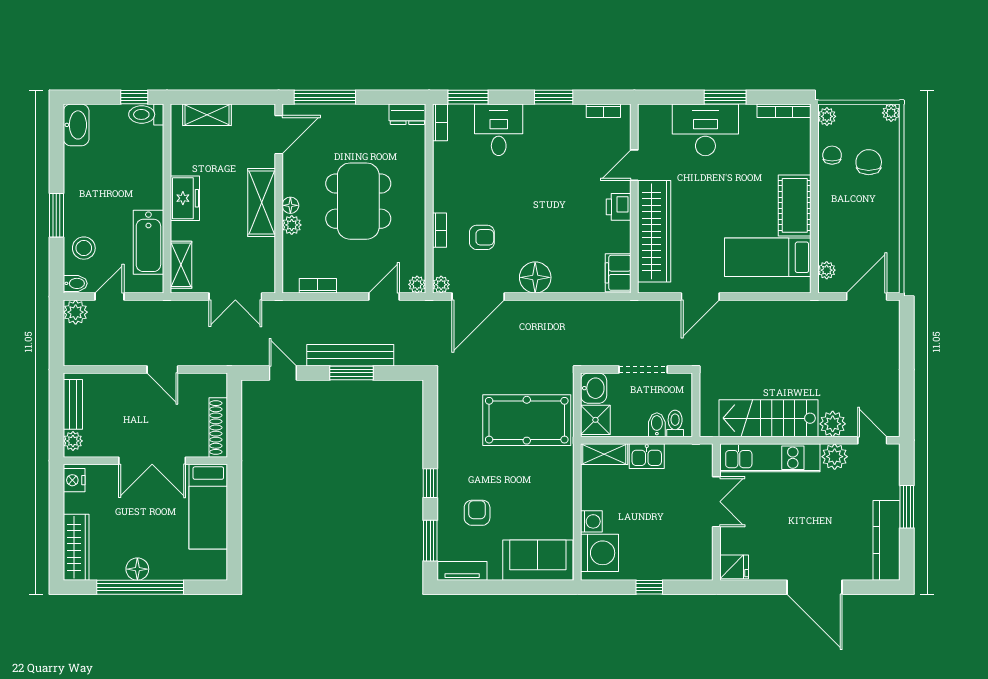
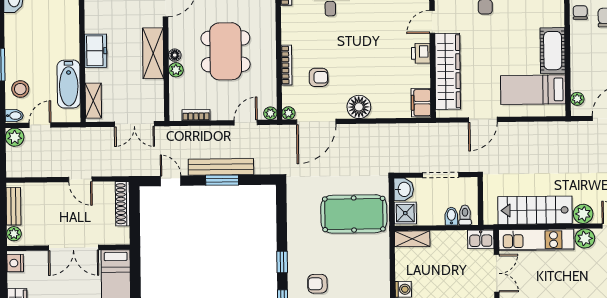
bookcase: (439, 230) -> (287, 65), width x1.56
shoe rack: (218, 428) -> (122, 204), moved
kitchen sink: (647, 456) -> (481, 239), moved
armchair: (477, 513) -> (317, 284), turned -90

